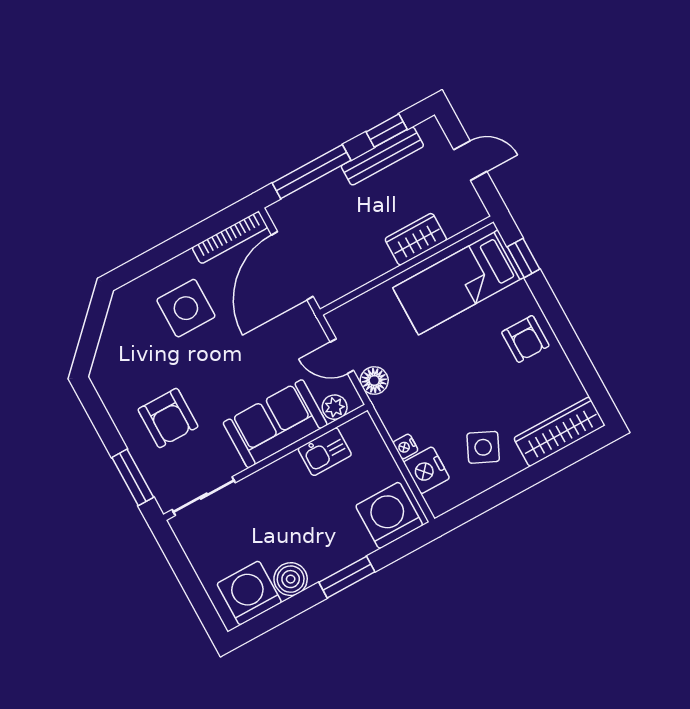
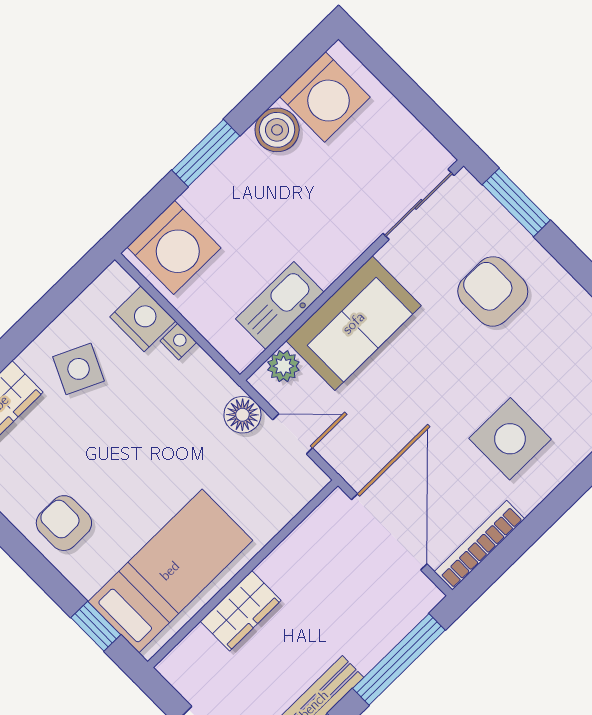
kitchen sink: (325, 452) -> (280, 305), width x1.38

